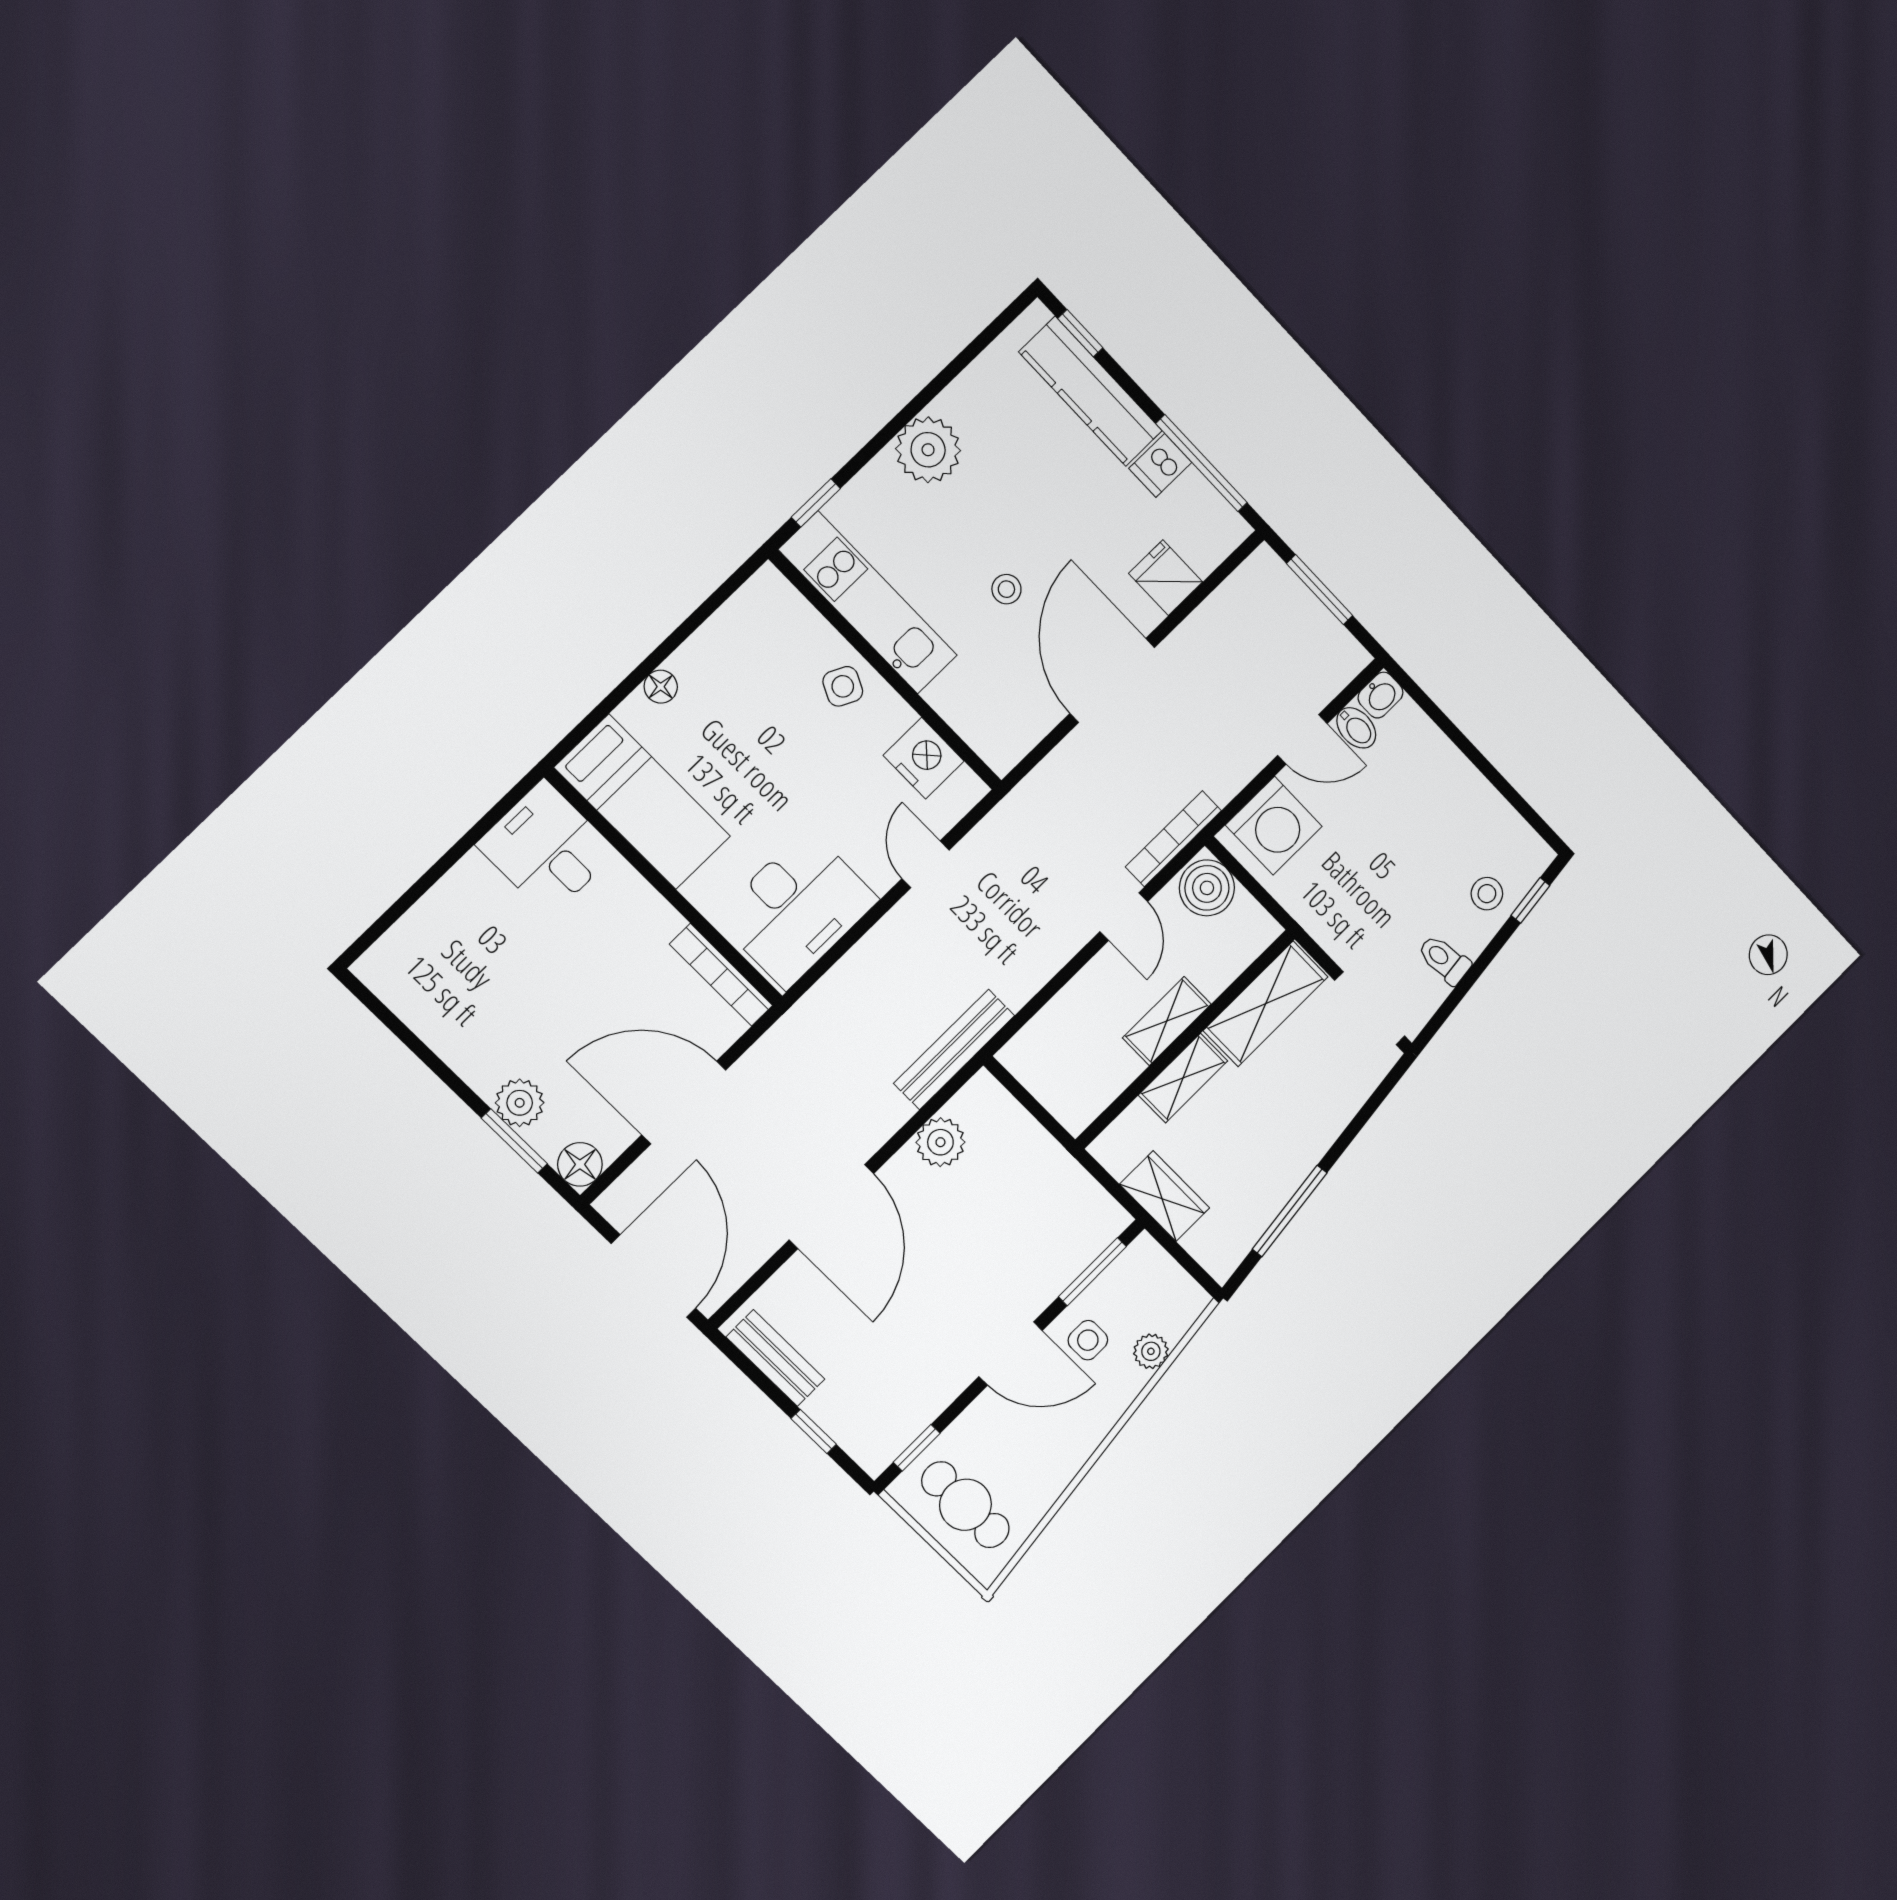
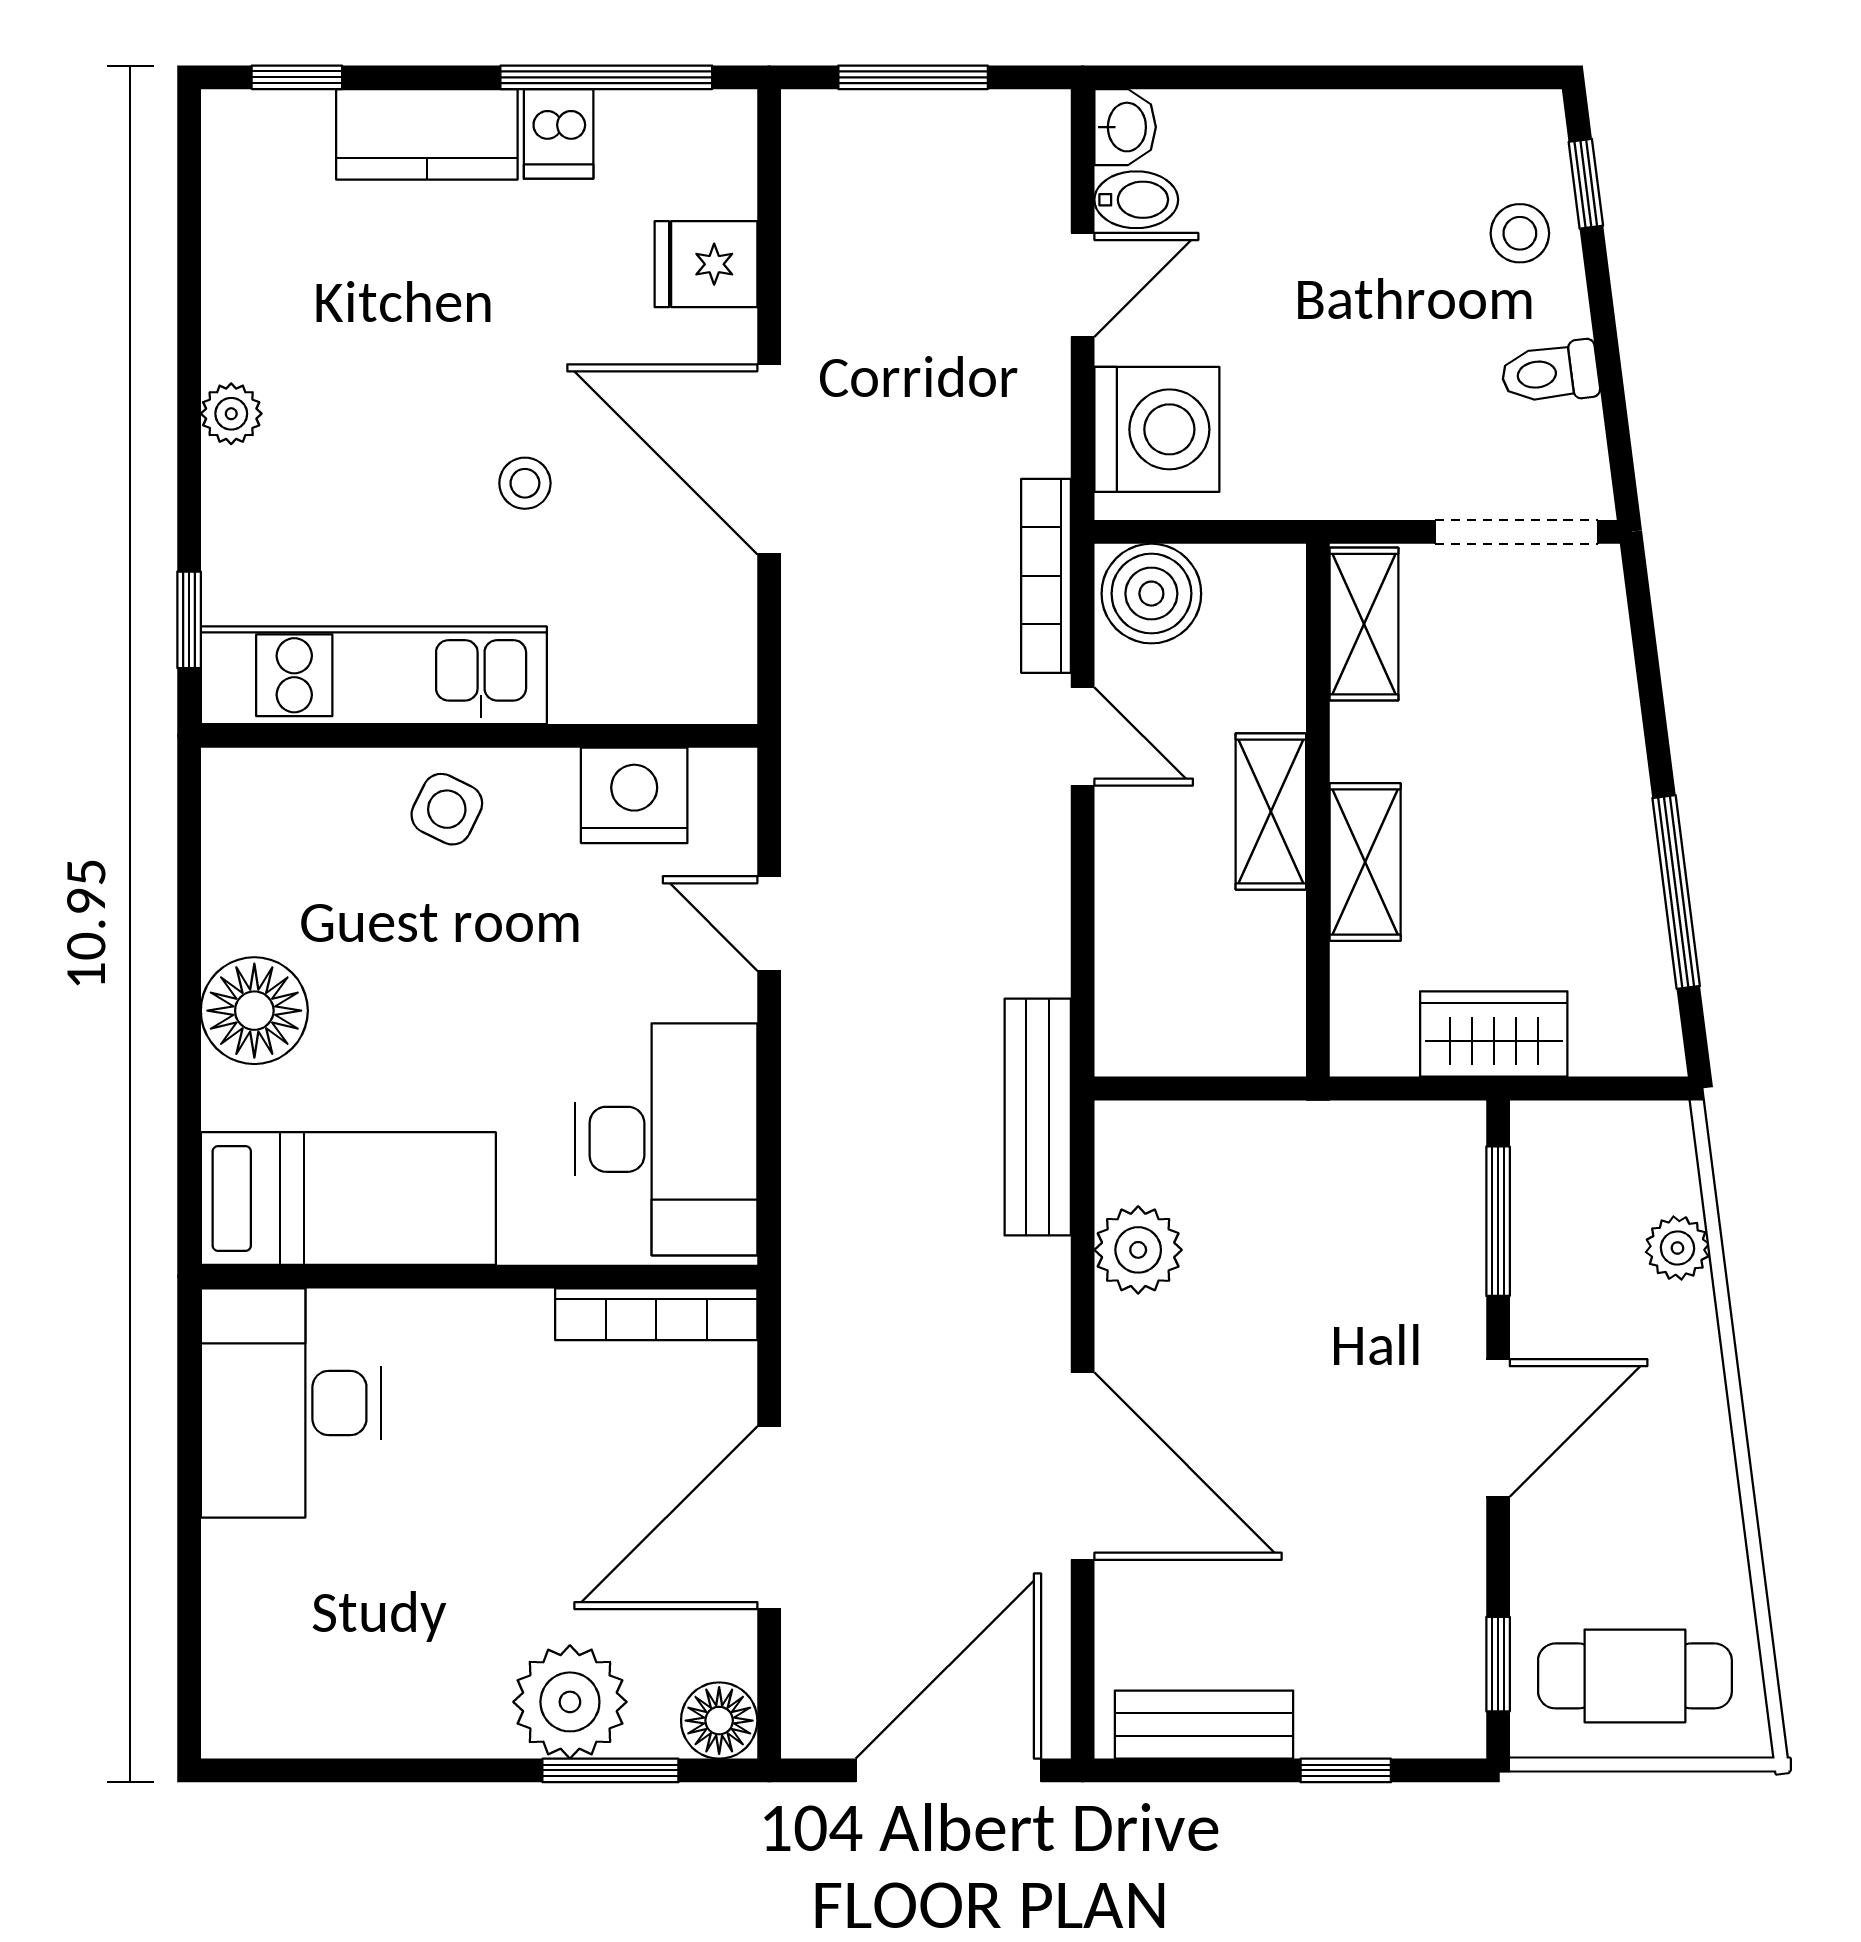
kitchen counter: (1091, 391) -> (427, 134), width x0.67
plant: (928, 450) -> (231, 414), width x0.53, depth x0.53
floor lamp: (661, 687) -> (254, 1011), width x1.89, depth x1.89
desk: (547, 848) -> (291, 1403), width x1.37
shelving: (1266, 1004) -> (1364, 624), width x0.67, depth x0.75
plant: (520, 1103) -> (570, 1702), width x1.36, depth x1.36
door: (654, 1276) -> (948, 1770), hinge flipped
side table: (1088, 1340) -> (1581, 1314), removed

